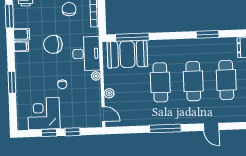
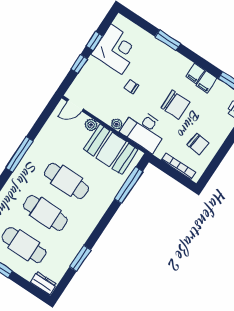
chair: (53, 44) -> (176, 105), turned 90
booth: (127, 54) -> (111, 149), moved, turned 90

